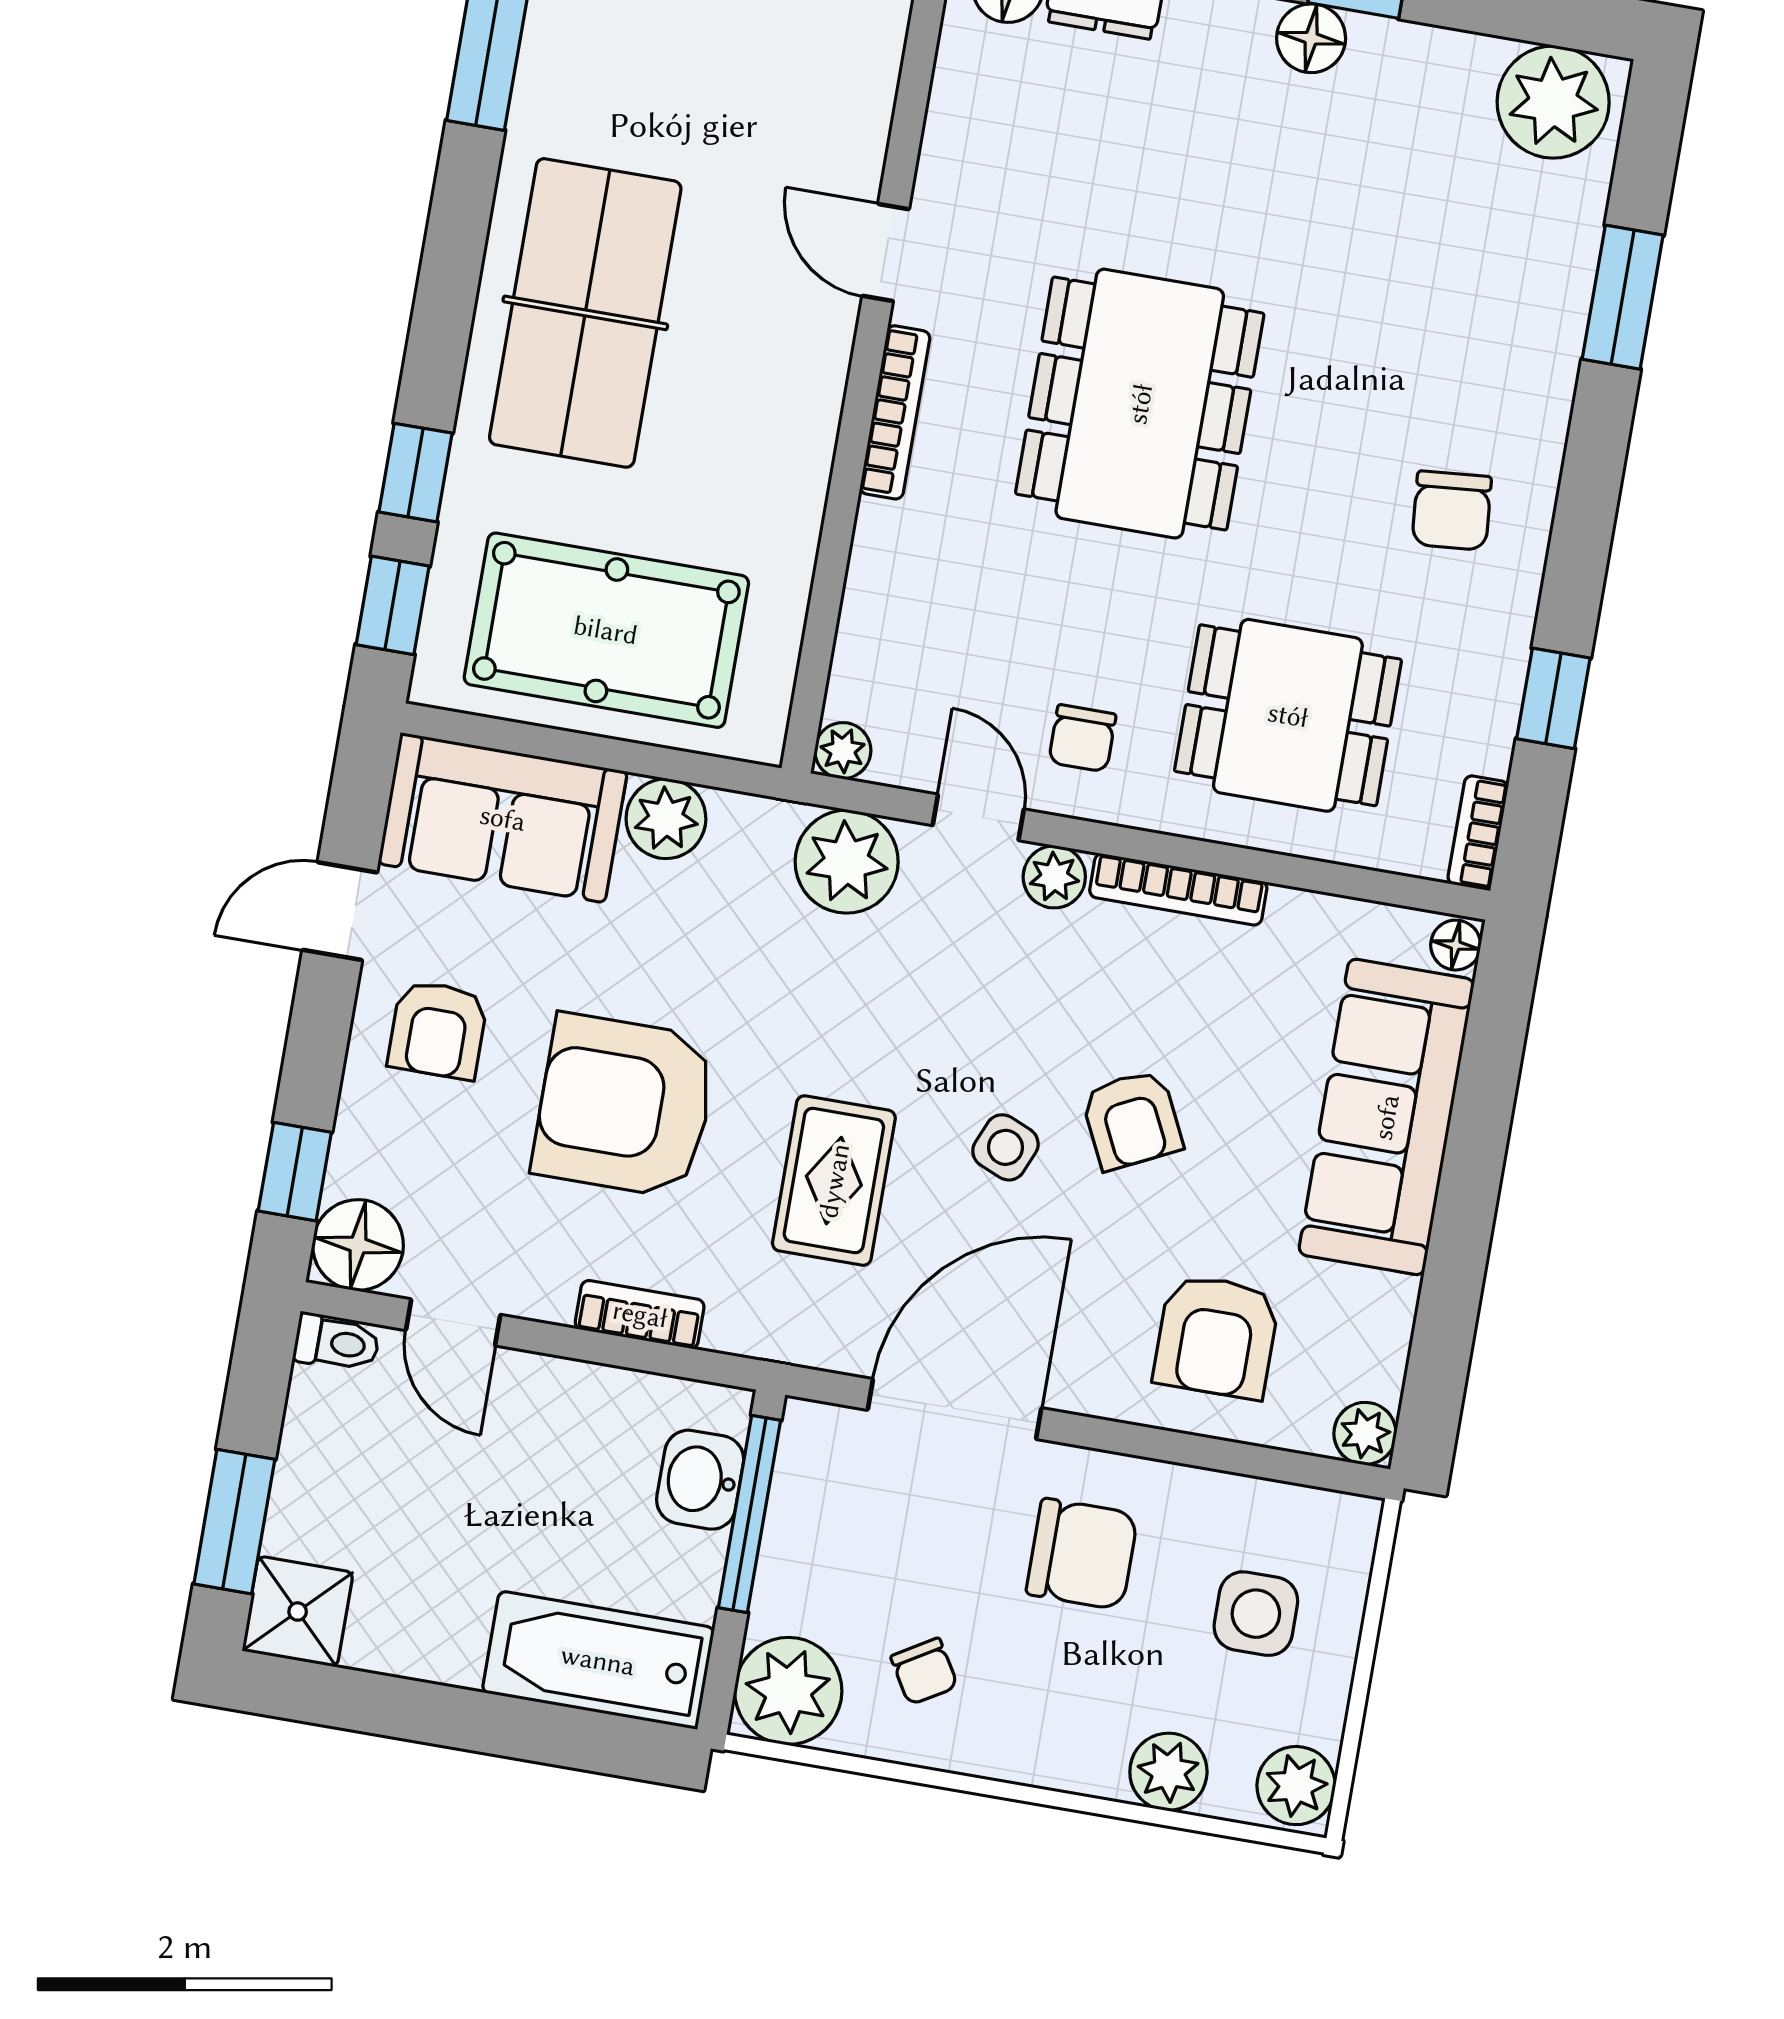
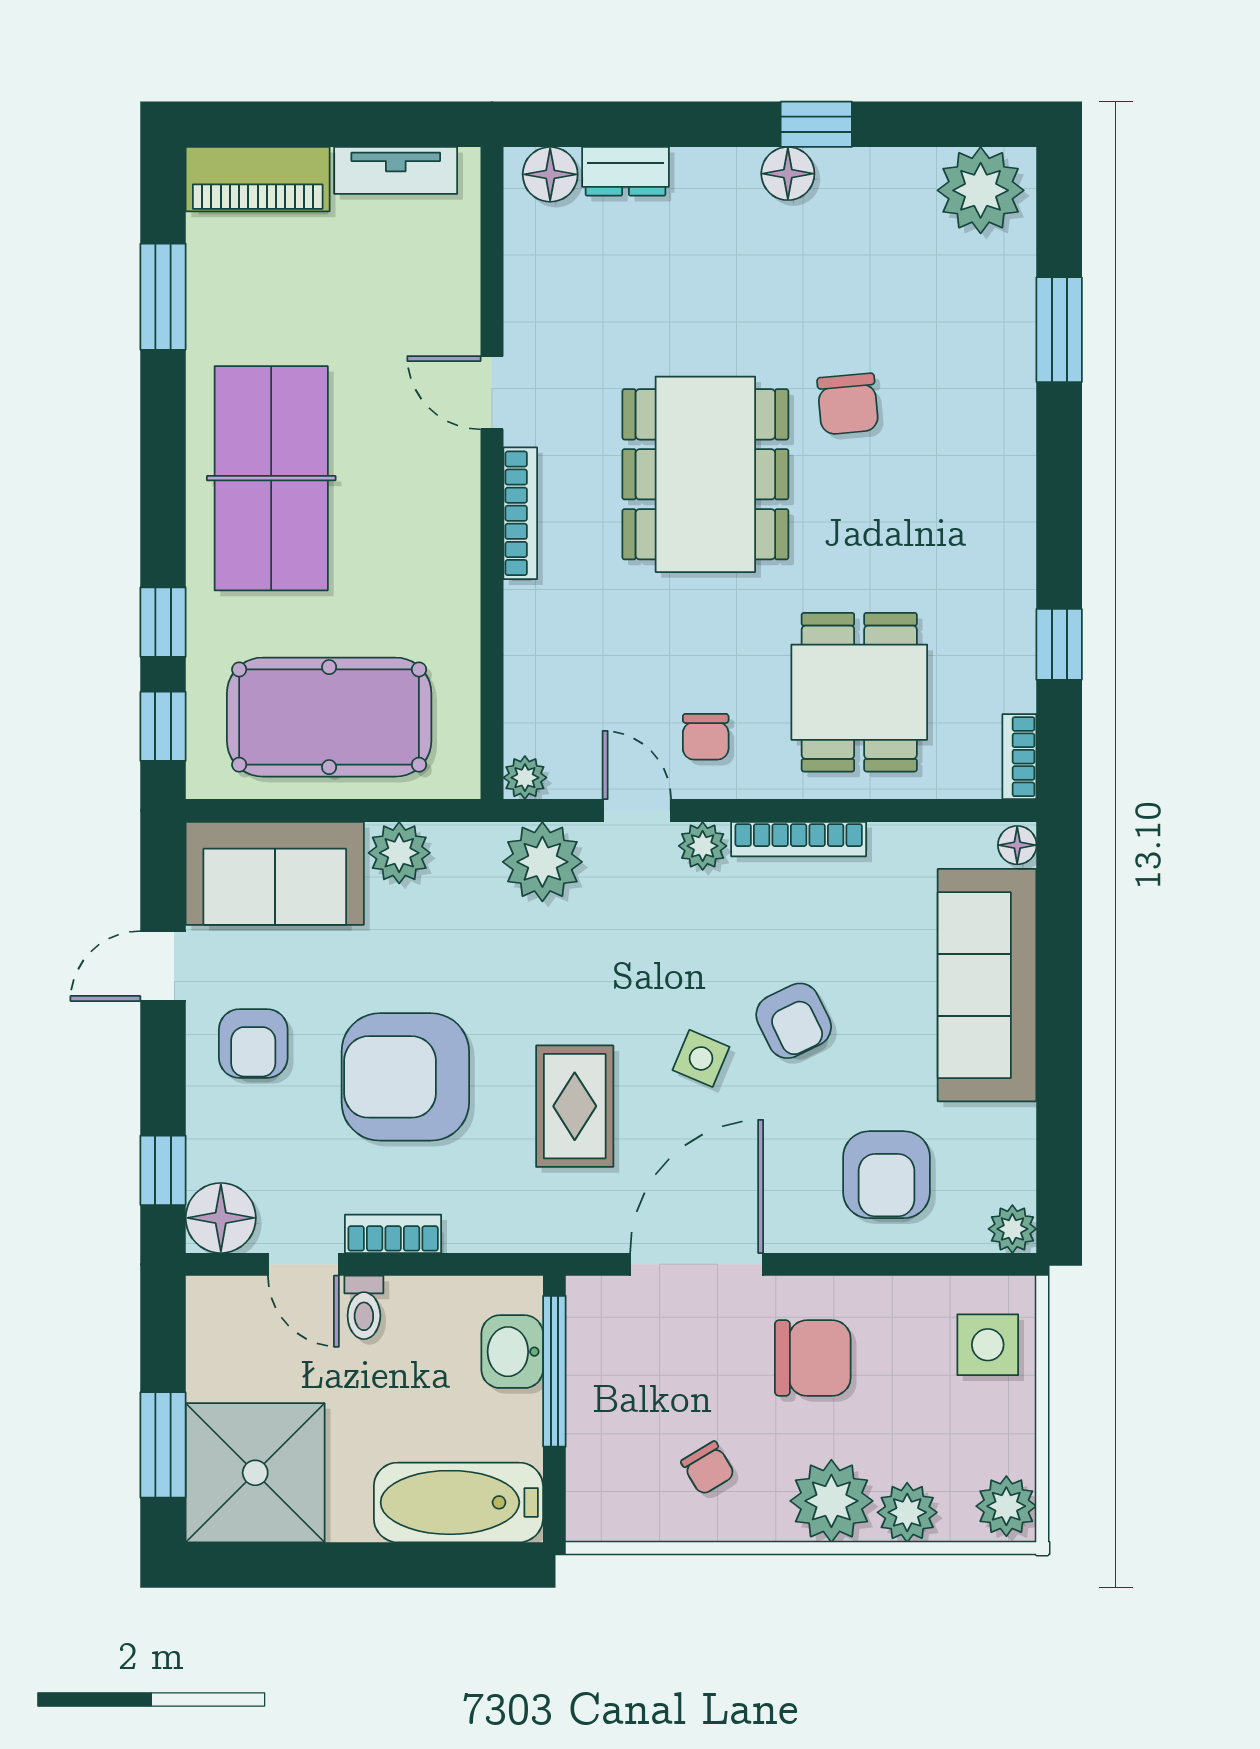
chair: (1452, 510) -> (848, 404), moved
dining table: (1288, 715) -> (859, 692), turned 90
bookcase: (640, 1314) -> (393, 1234), moved
toilet: (337, 1343) -> (364, 1307), moved, turned 90
shower: (298, 1612) -> (255, 1473), width x1.86, depth x1.86
side table: (1256, 1614) -> (988, 1345), moved
plant: (788, 1691) -> (831, 1501), moved

